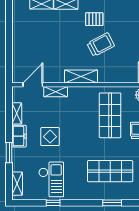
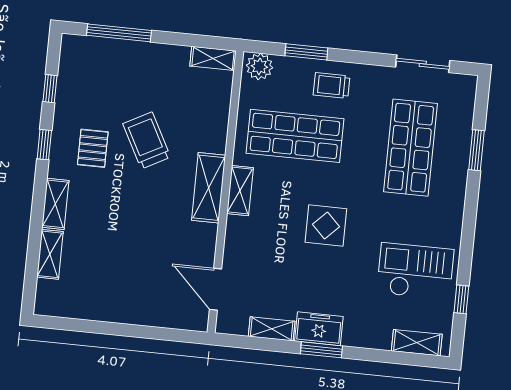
shelving: (56, 92) -> (240, 191), moved
display table: (50, 137) -> (326, 226), moved
window: (9, 153) -> (321, 350), moved
window: (53, 203) -> (461, 299), moved

